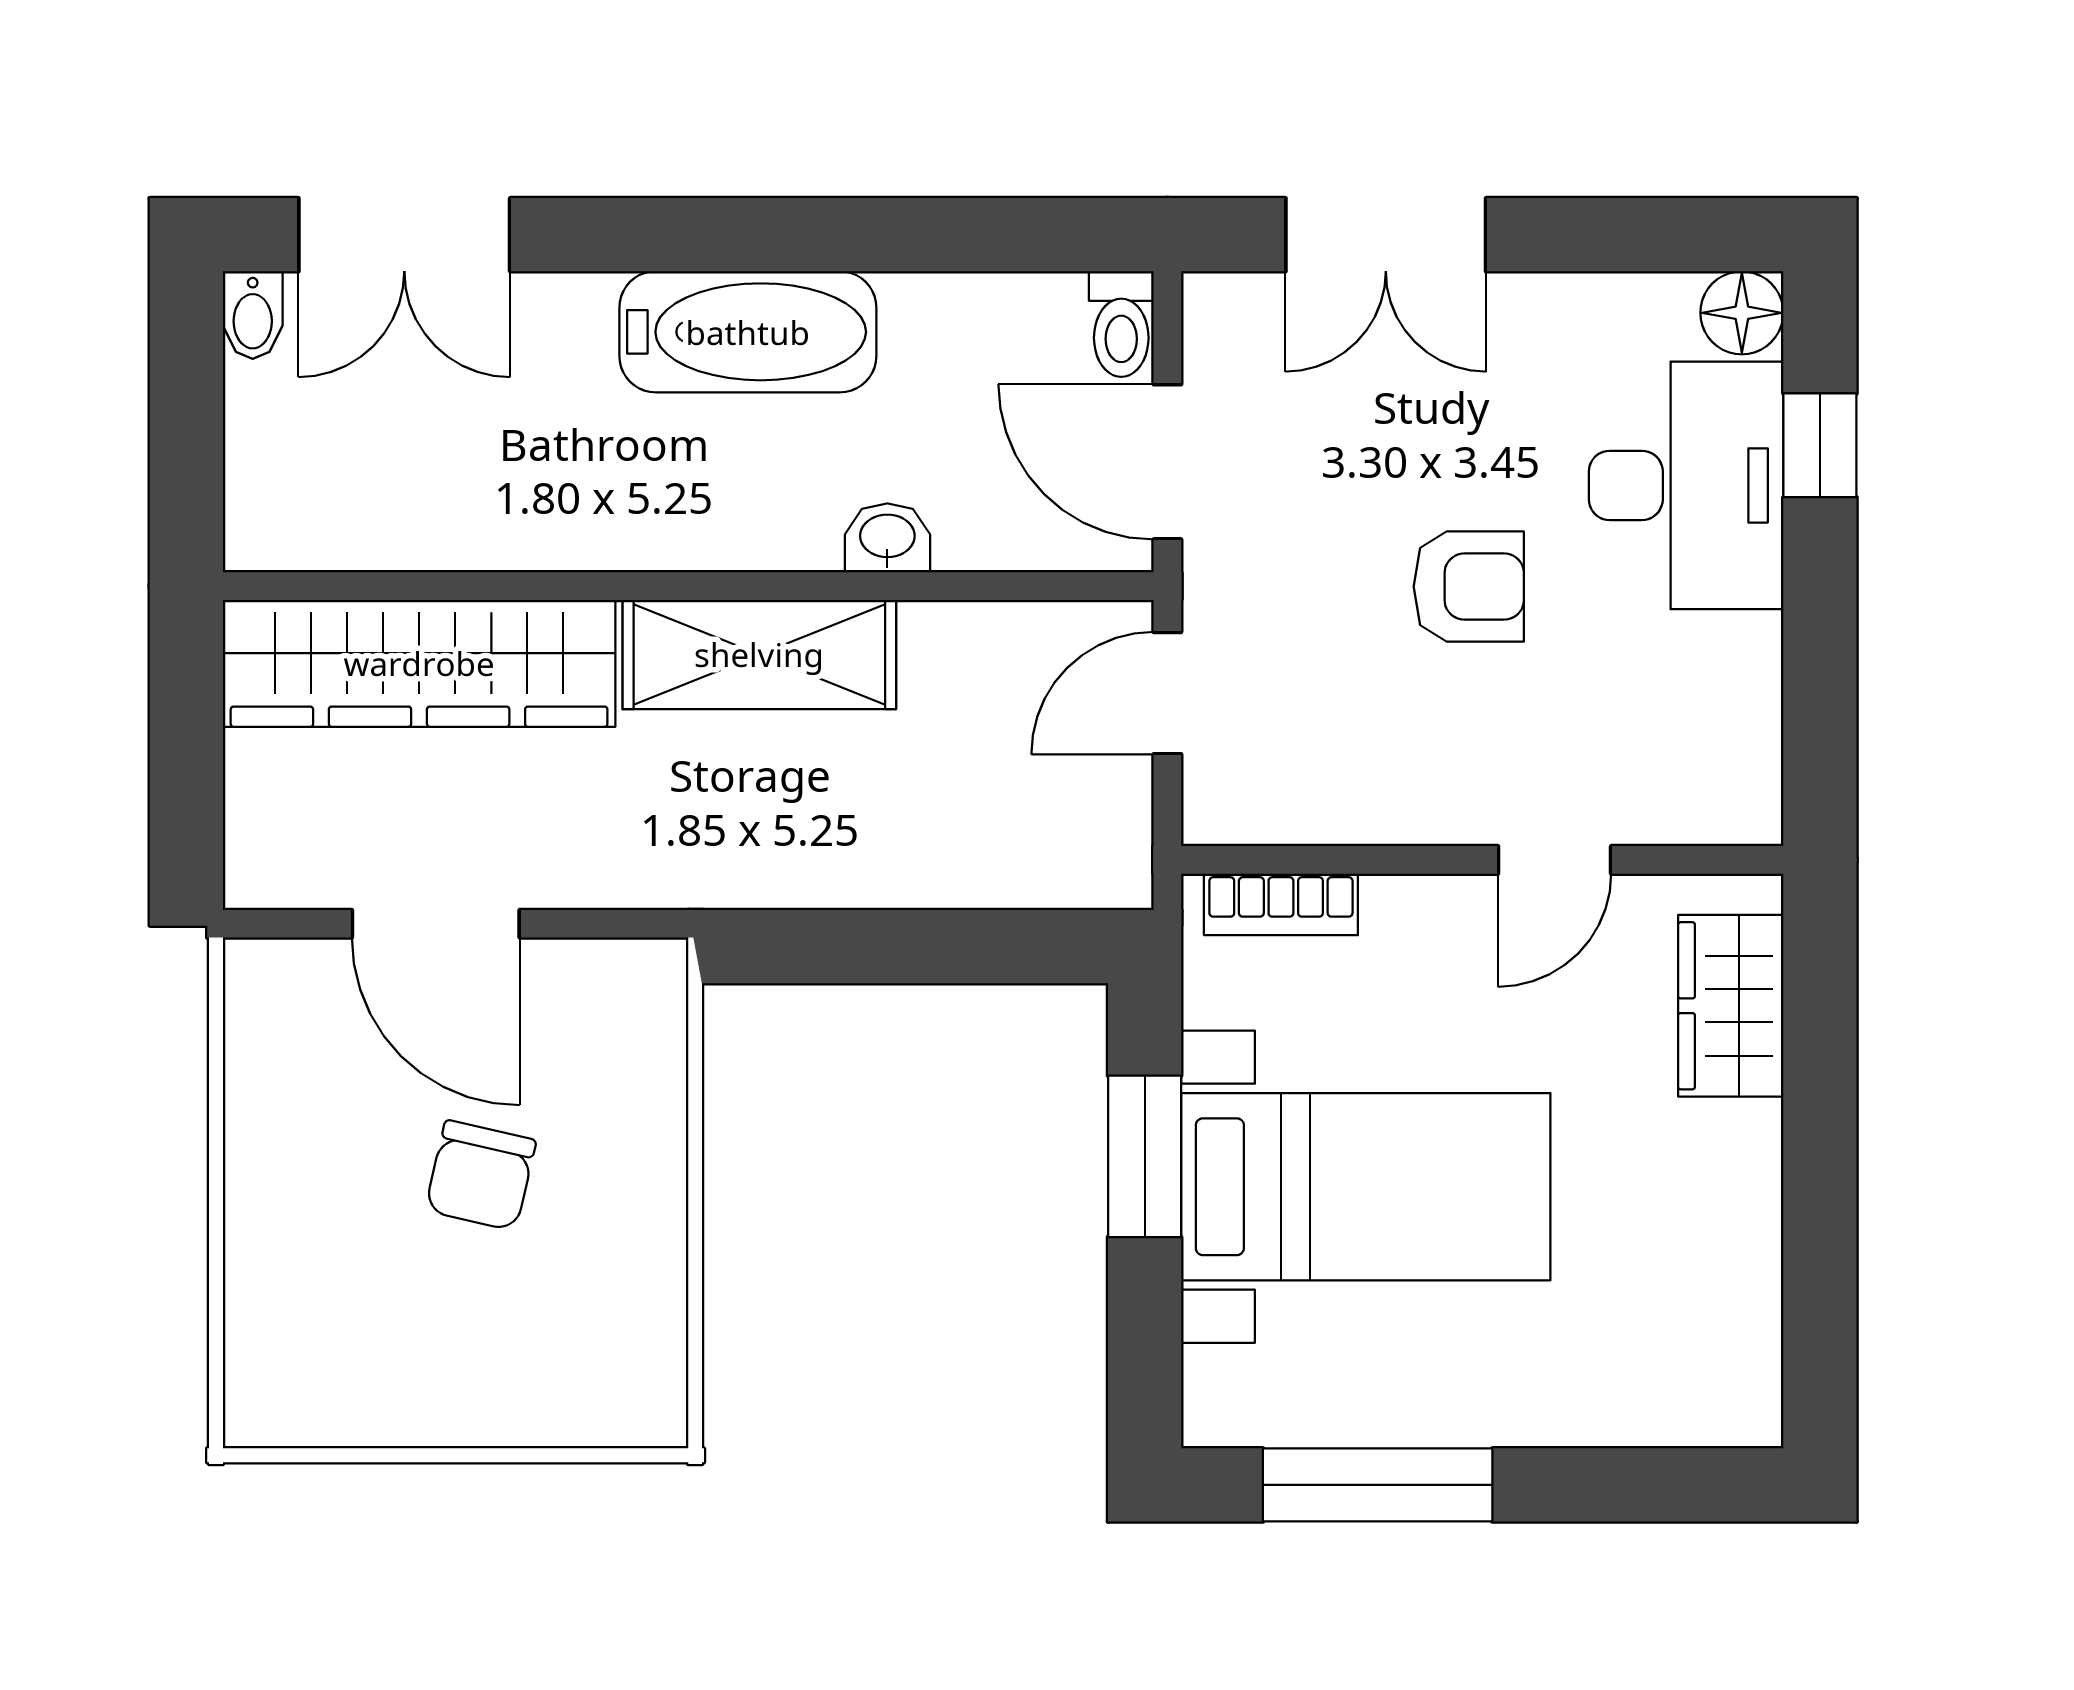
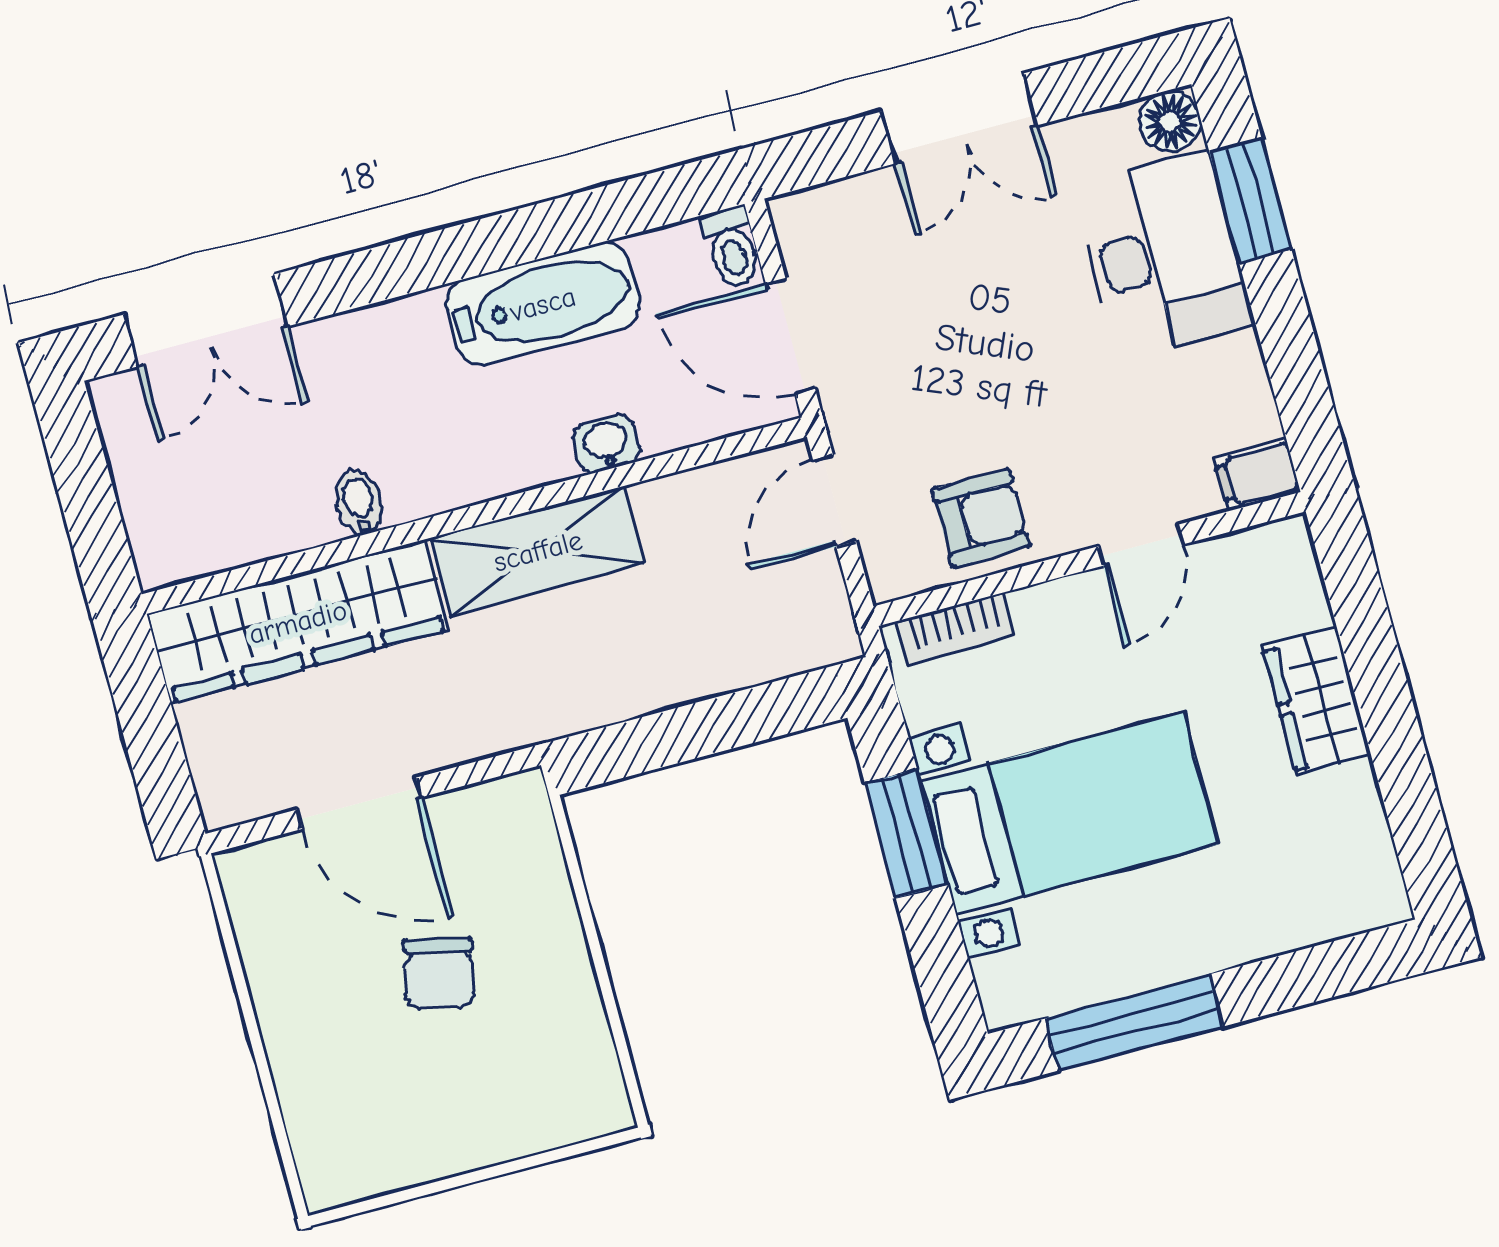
double door: (1386, 235) -> (960, 118), moved
bidet: (253, 315) -> (359, 503), moved, turned 180
bathtub: (748, 332) -> (543, 304), moved
window: (1820, 445) -> (1250, 201), width x1.50
armchair: (1469, 587) -> (981, 518), moved
filing cabinet: (1732, 808) -> (1257, 475), added
wardrobe: (1731, 1006) -> (1317, 701), moved

